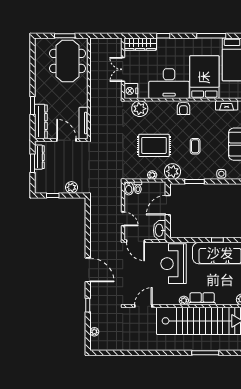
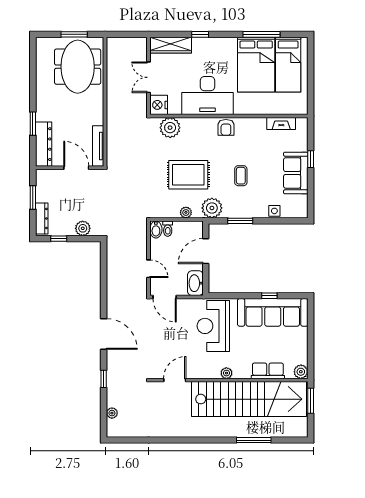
bed: (204, 77) -> (256, 65), moved, turned 180
dresser: (39, 157) -> (42, 218), moved
row of seats: (202, 299) -> (268, 371), moved

